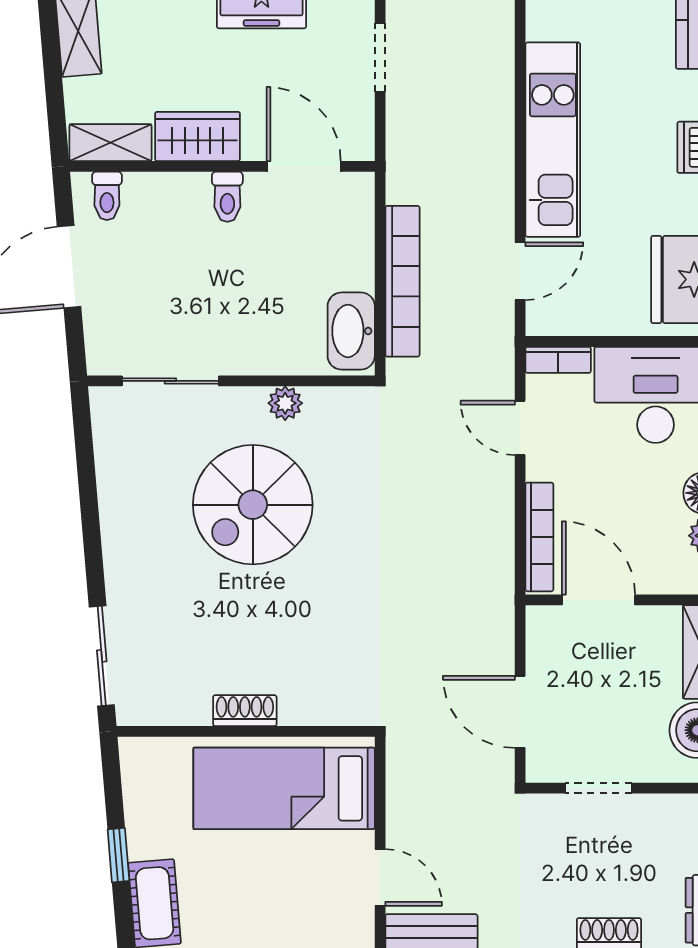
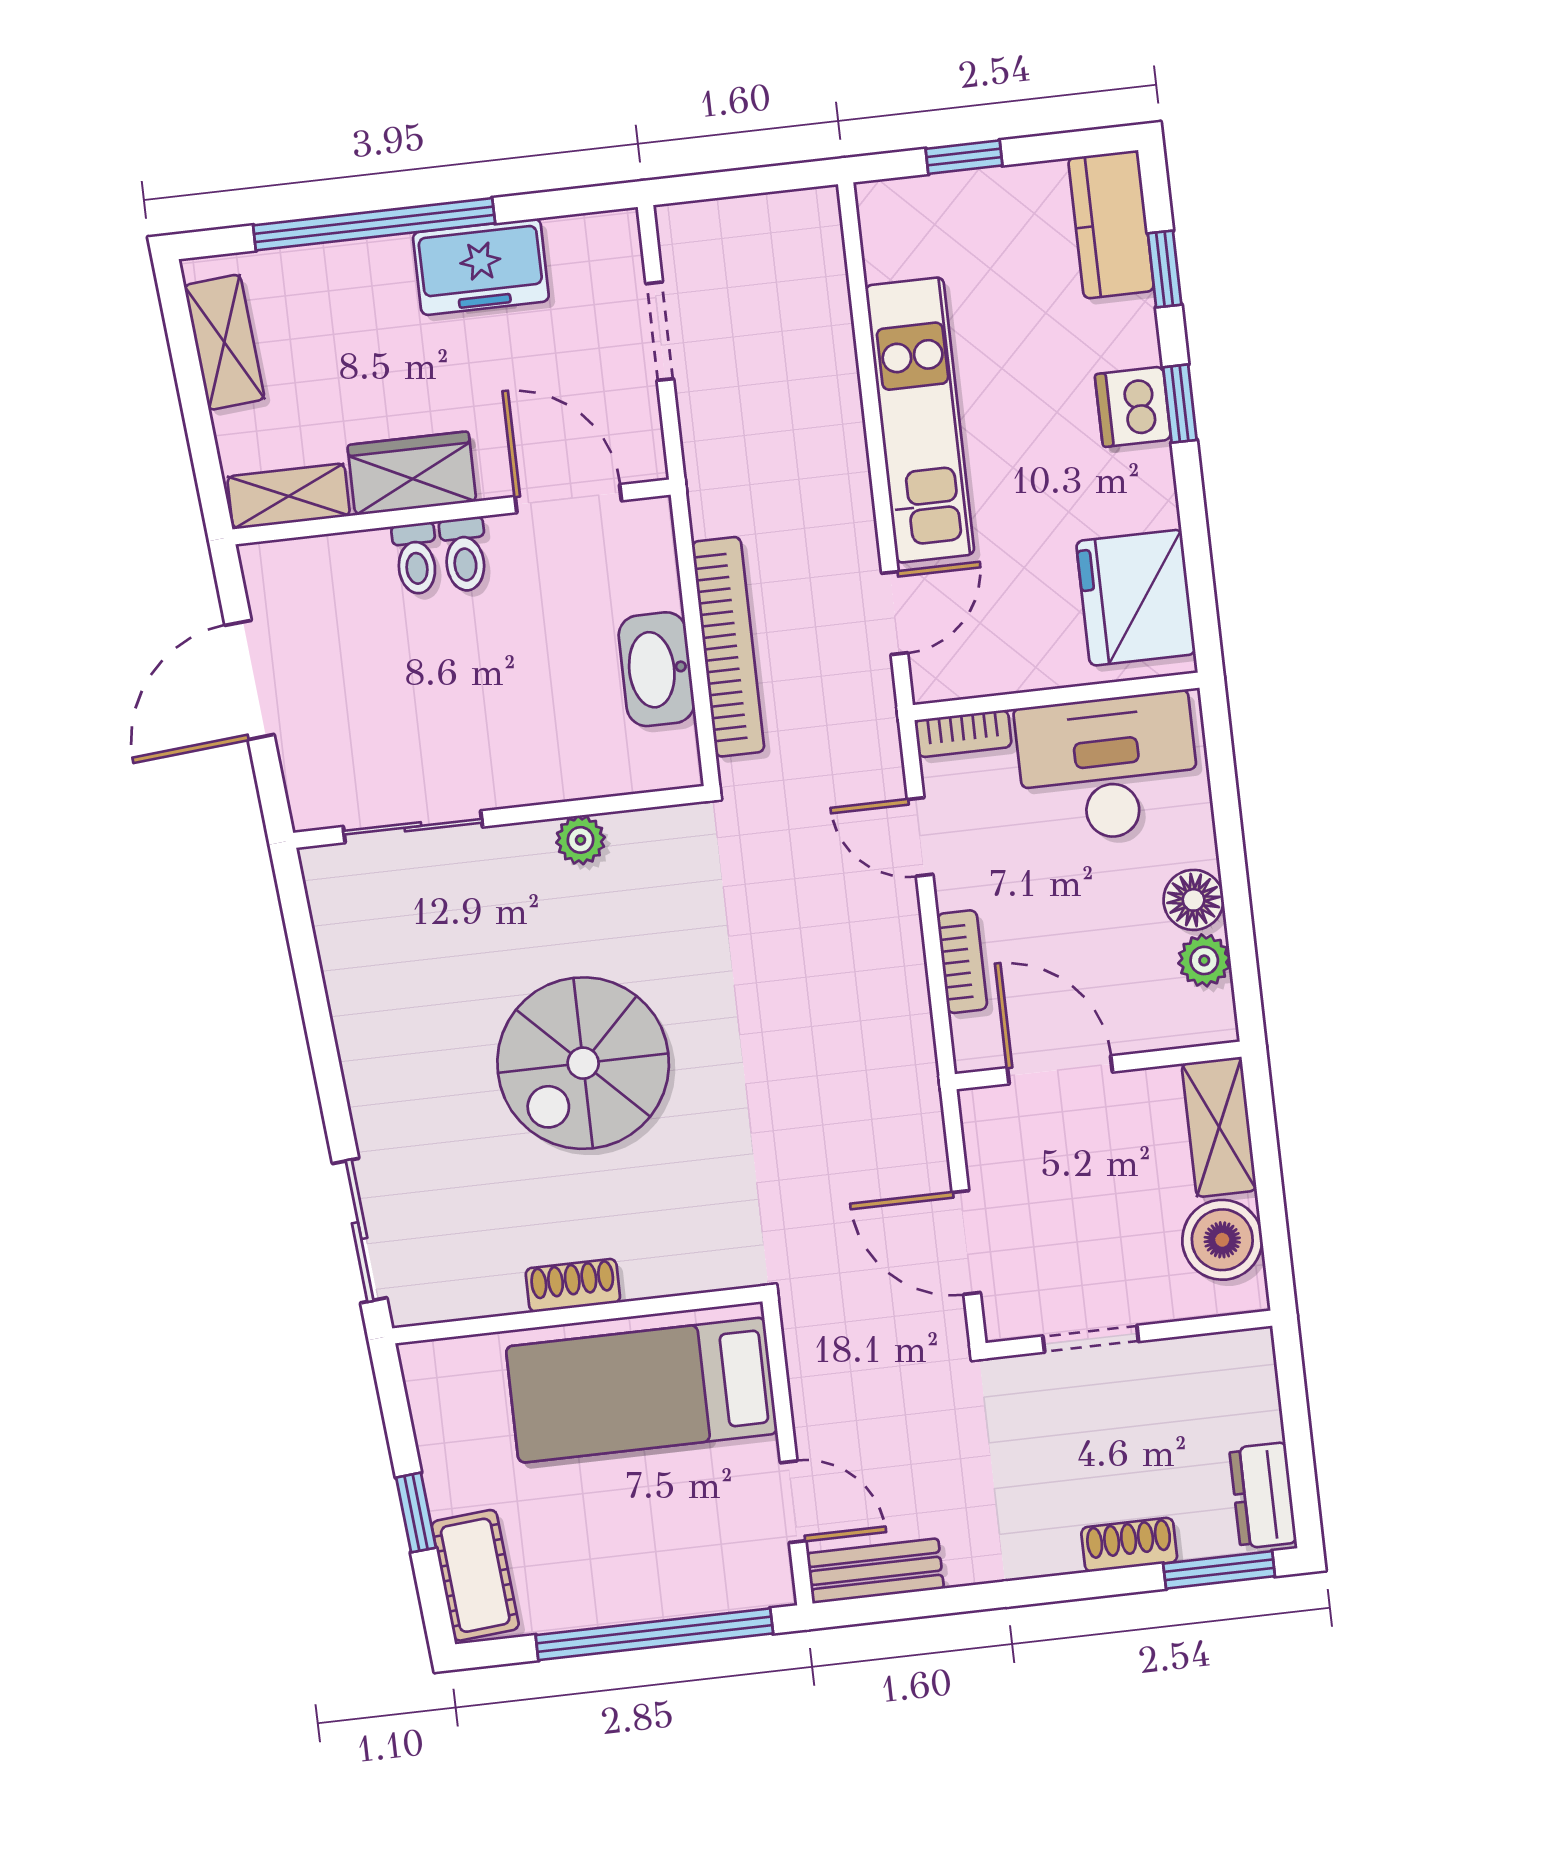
toilet: (107, 196) -> (416, 559), moved
washbasin: (351, 331) -> (656, 669), moved
spiral stairs: (253, 505) -> (583, 1063), moved
bookcase: (539, 537) -> (962, 962), width x0.64

